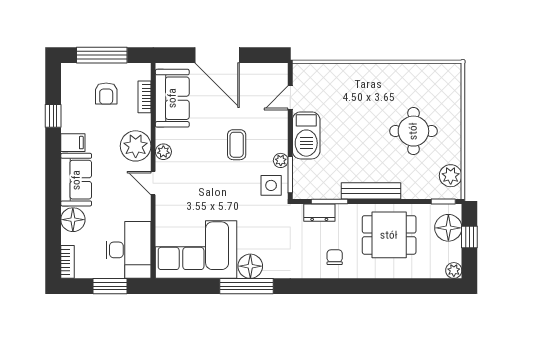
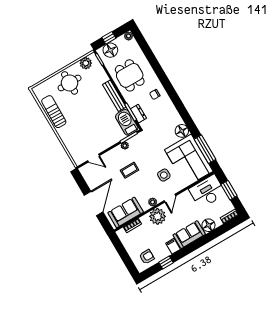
window: (102, 55) -> (125, 257), removed
sun lounger: (403, 78) -> (54, 112), added
armchair: (106, 94) -> (147, 257), moved
round table: (413, 131) -> (70, 83), moved
barbecue: (306, 135) -> (127, 122), moved, turned -90
side table: (271, 185) -> (164, 175), moved
window: (246, 286) -> (205, 149), moved

